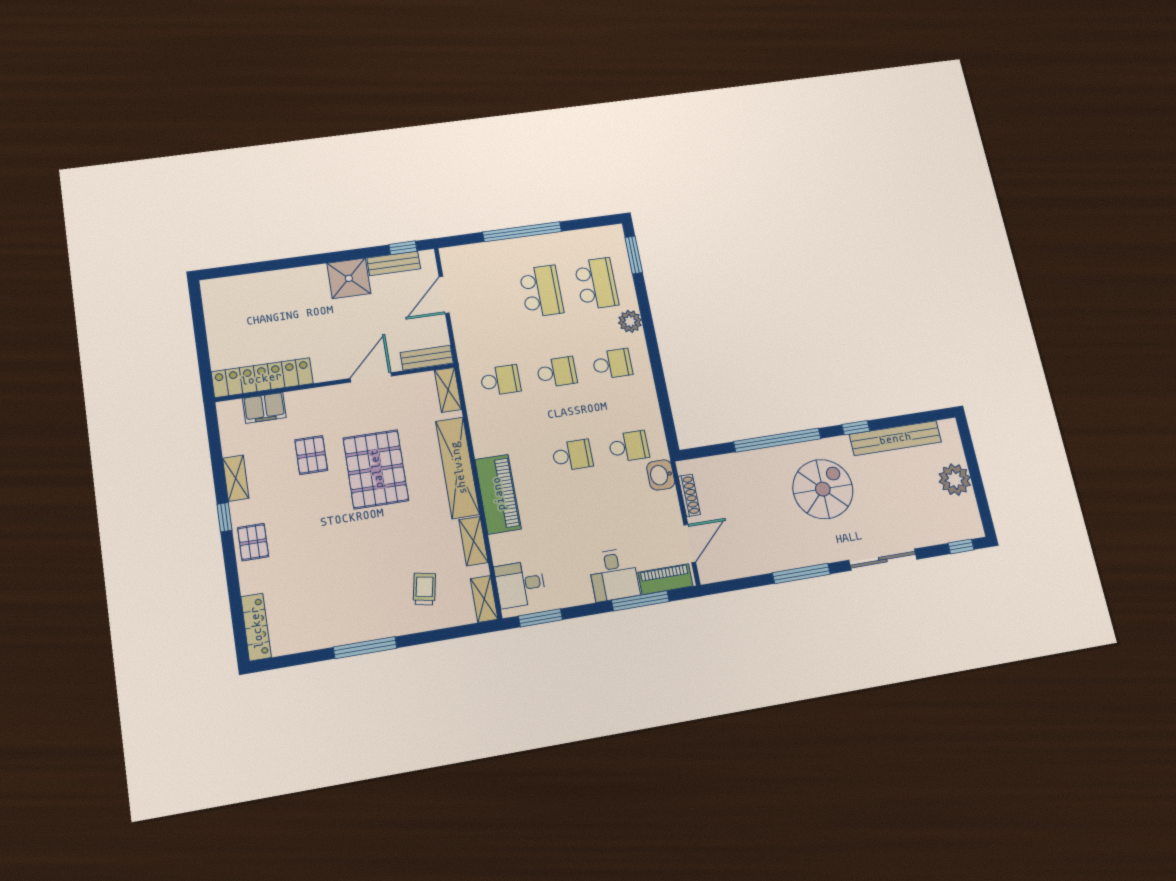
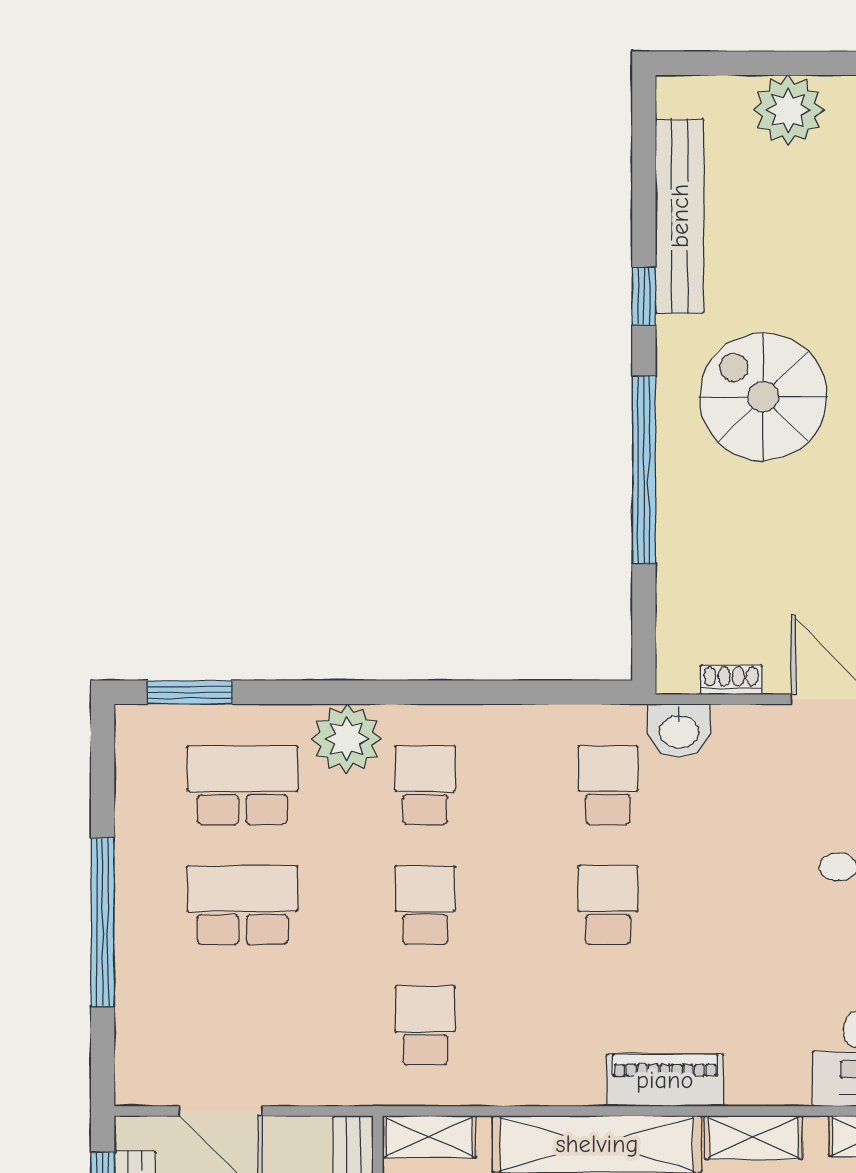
plant: (630, 321) -> (347, 739), width x1.36, depth x1.36
piano: (498, 494) -> (665, 1080), width x0.73, depth x0.75
shoe rack: (689, 495) -> (731, 680), width x0.70

